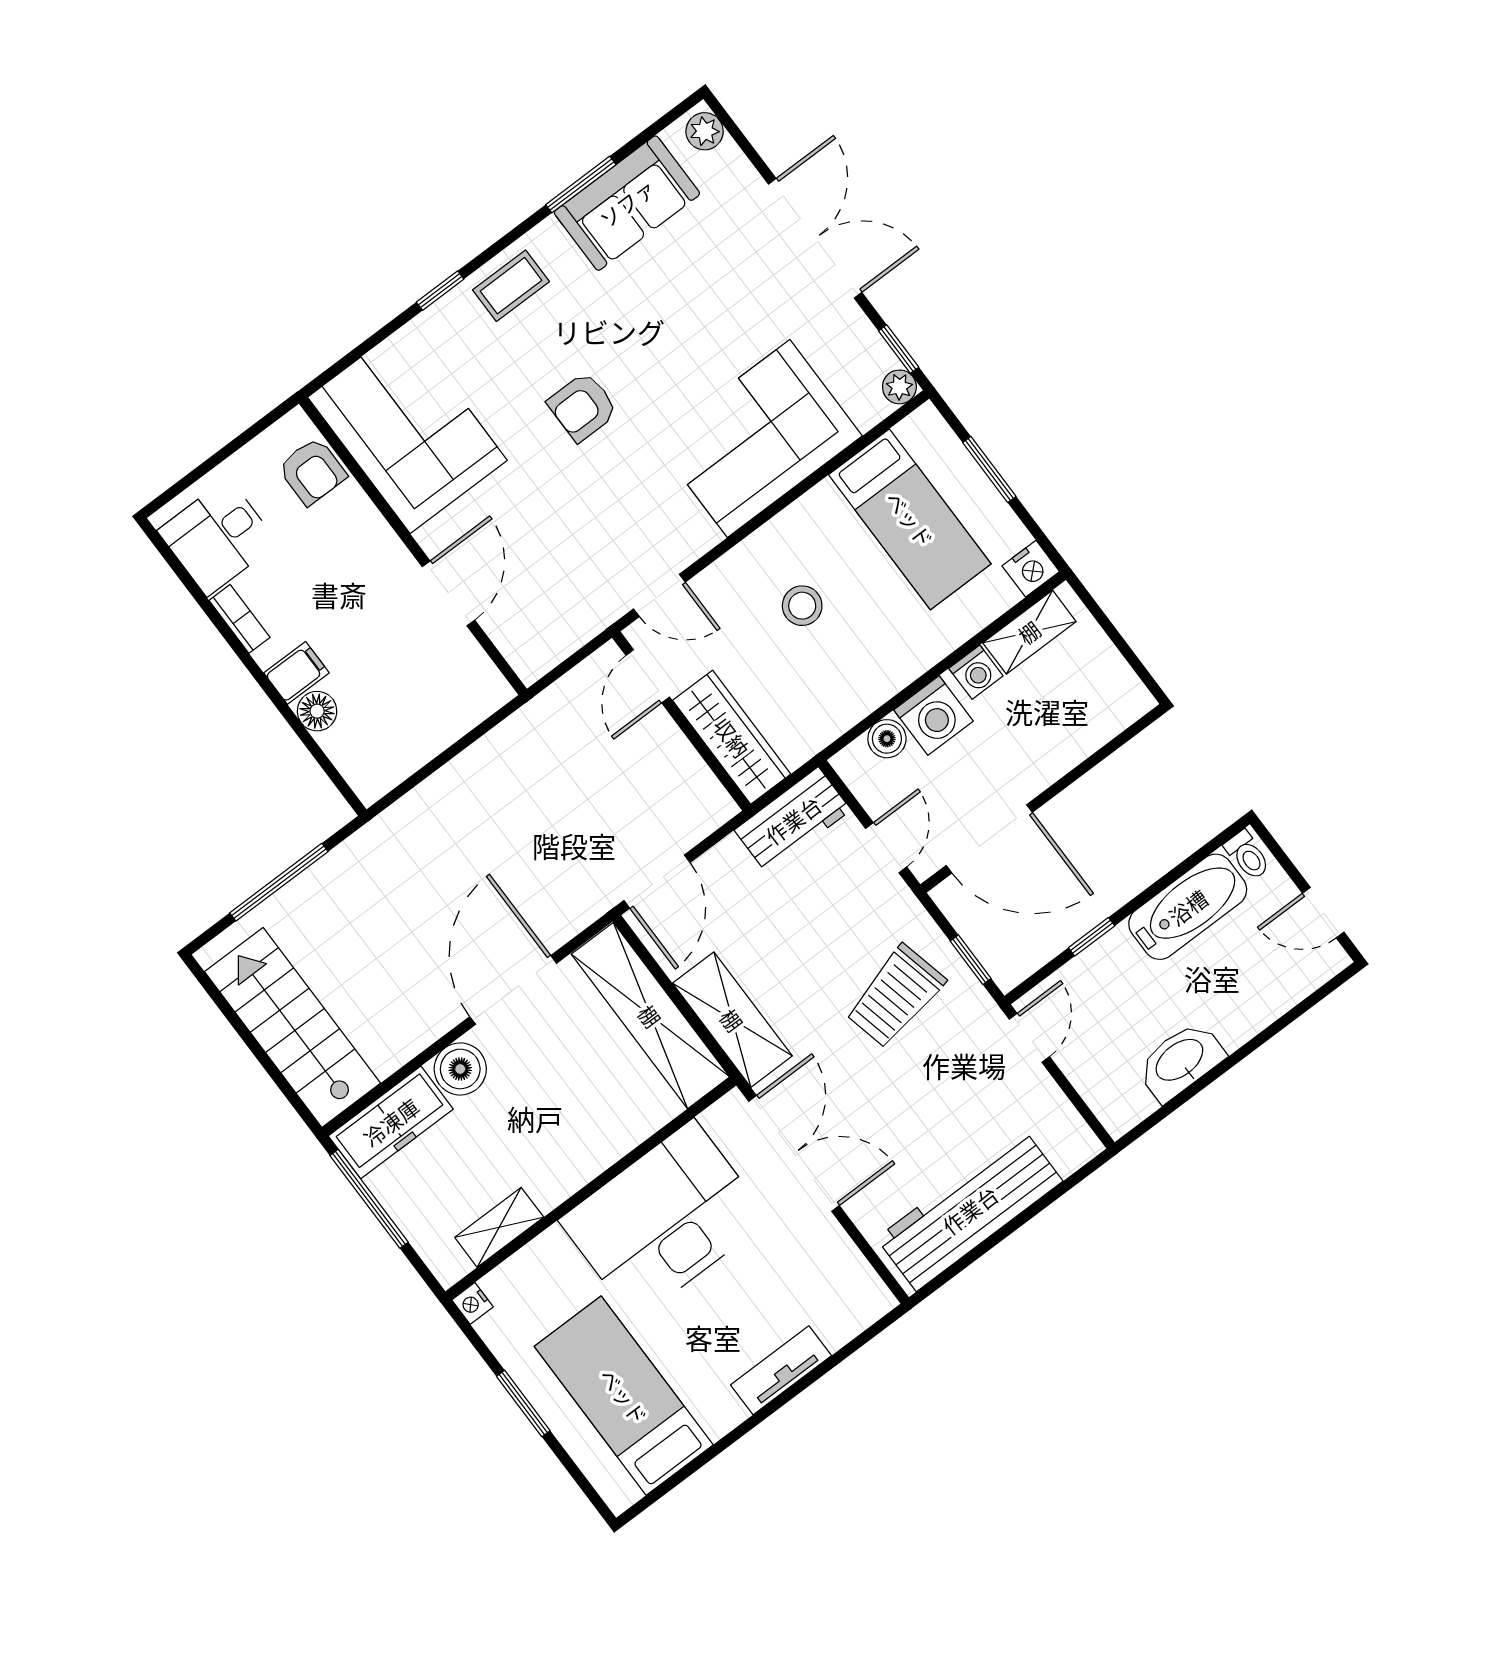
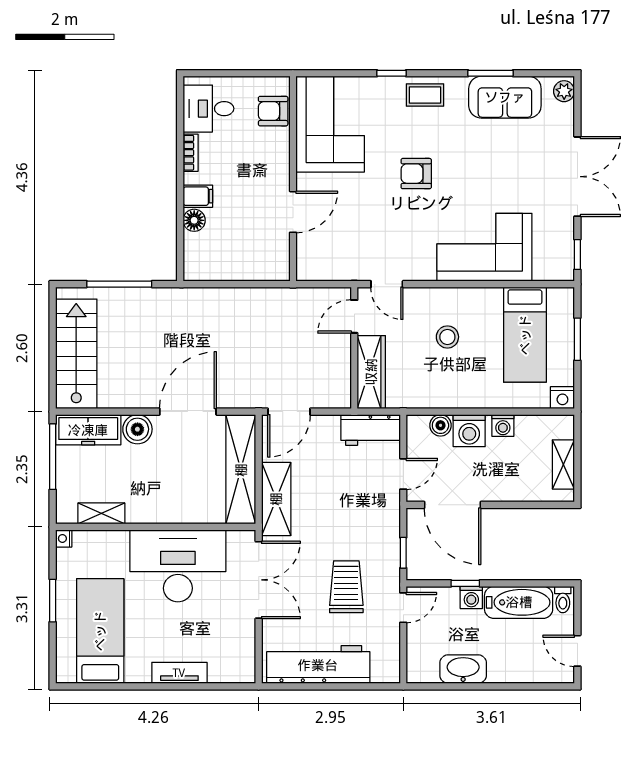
plant: (899, 387) -> (565, 272), removed
armchair: (312, 471) -> (273, 111), turned 90
shelving: (1029, 632) -> (563, 464), moved, turned 90
washing machine: (1115, 950) -> (471, 597), added
trolley: (895, 996) -> (346, 587), moved, turned 103

